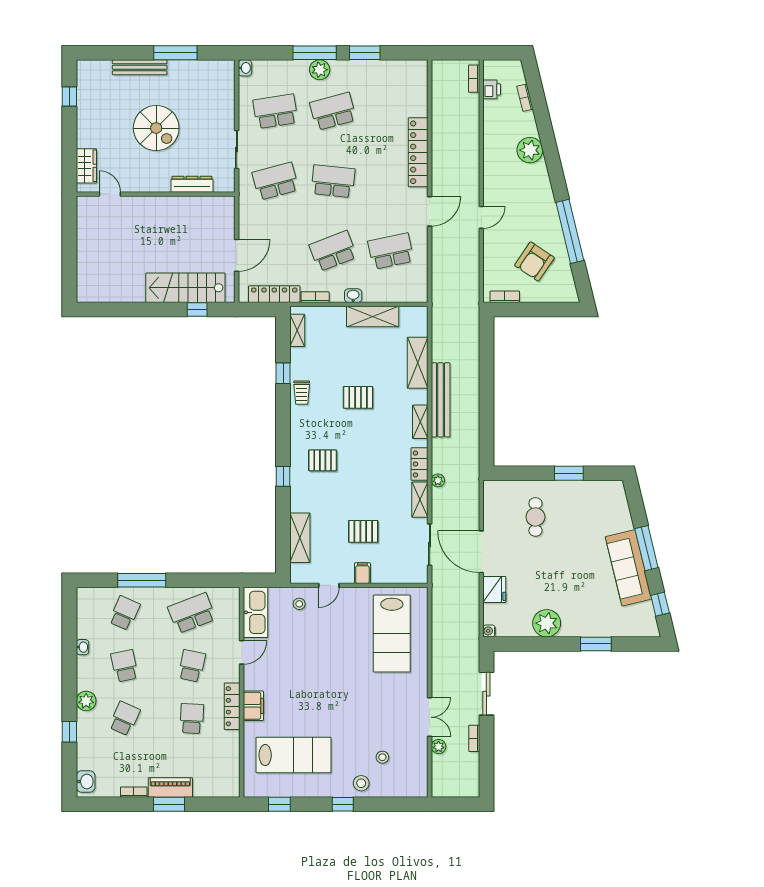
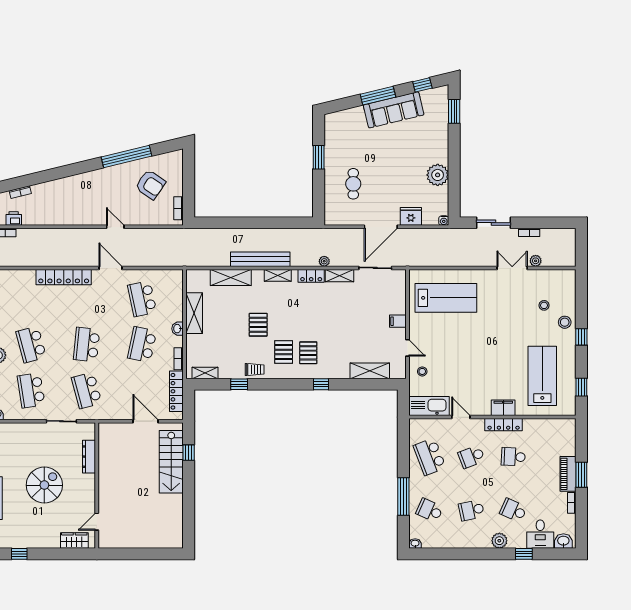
plant: (530, 150) -> (62, 188), removed
school desk: (333, 251) -> (142, 345), turned 33
cafe table: (535, 517) -> (353, 184), turned 90
pallet: (363, 531) -> (284, 352), moved
window: (596, 644) -> (454, 111), moved
washbasin: (83, 647) -> (415, 544), moved
school desk: (192, 666) -> (471, 457), turned -33
desk: (94, 752) -> (540, 534), added

